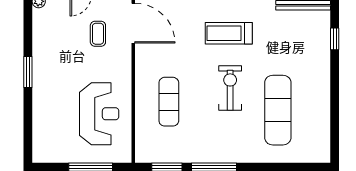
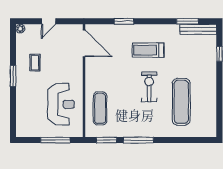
coffee table: (98, 34) -> (35, 63), moved
exercise mat: (169, 102) -> (100, 108), moved

